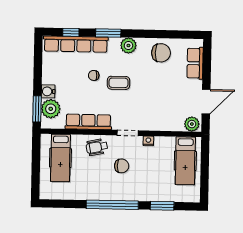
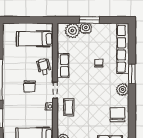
window: (71, 32) -> (132, 45), removed
chair: (161, 53) -> (117, 115), turned 180
coffee table: (119, 83) -> (69, 107), moved
window: (37, 109) -> (89, 20), moved
row of seats: (88, 122) -> (63, 66), width x0.68

